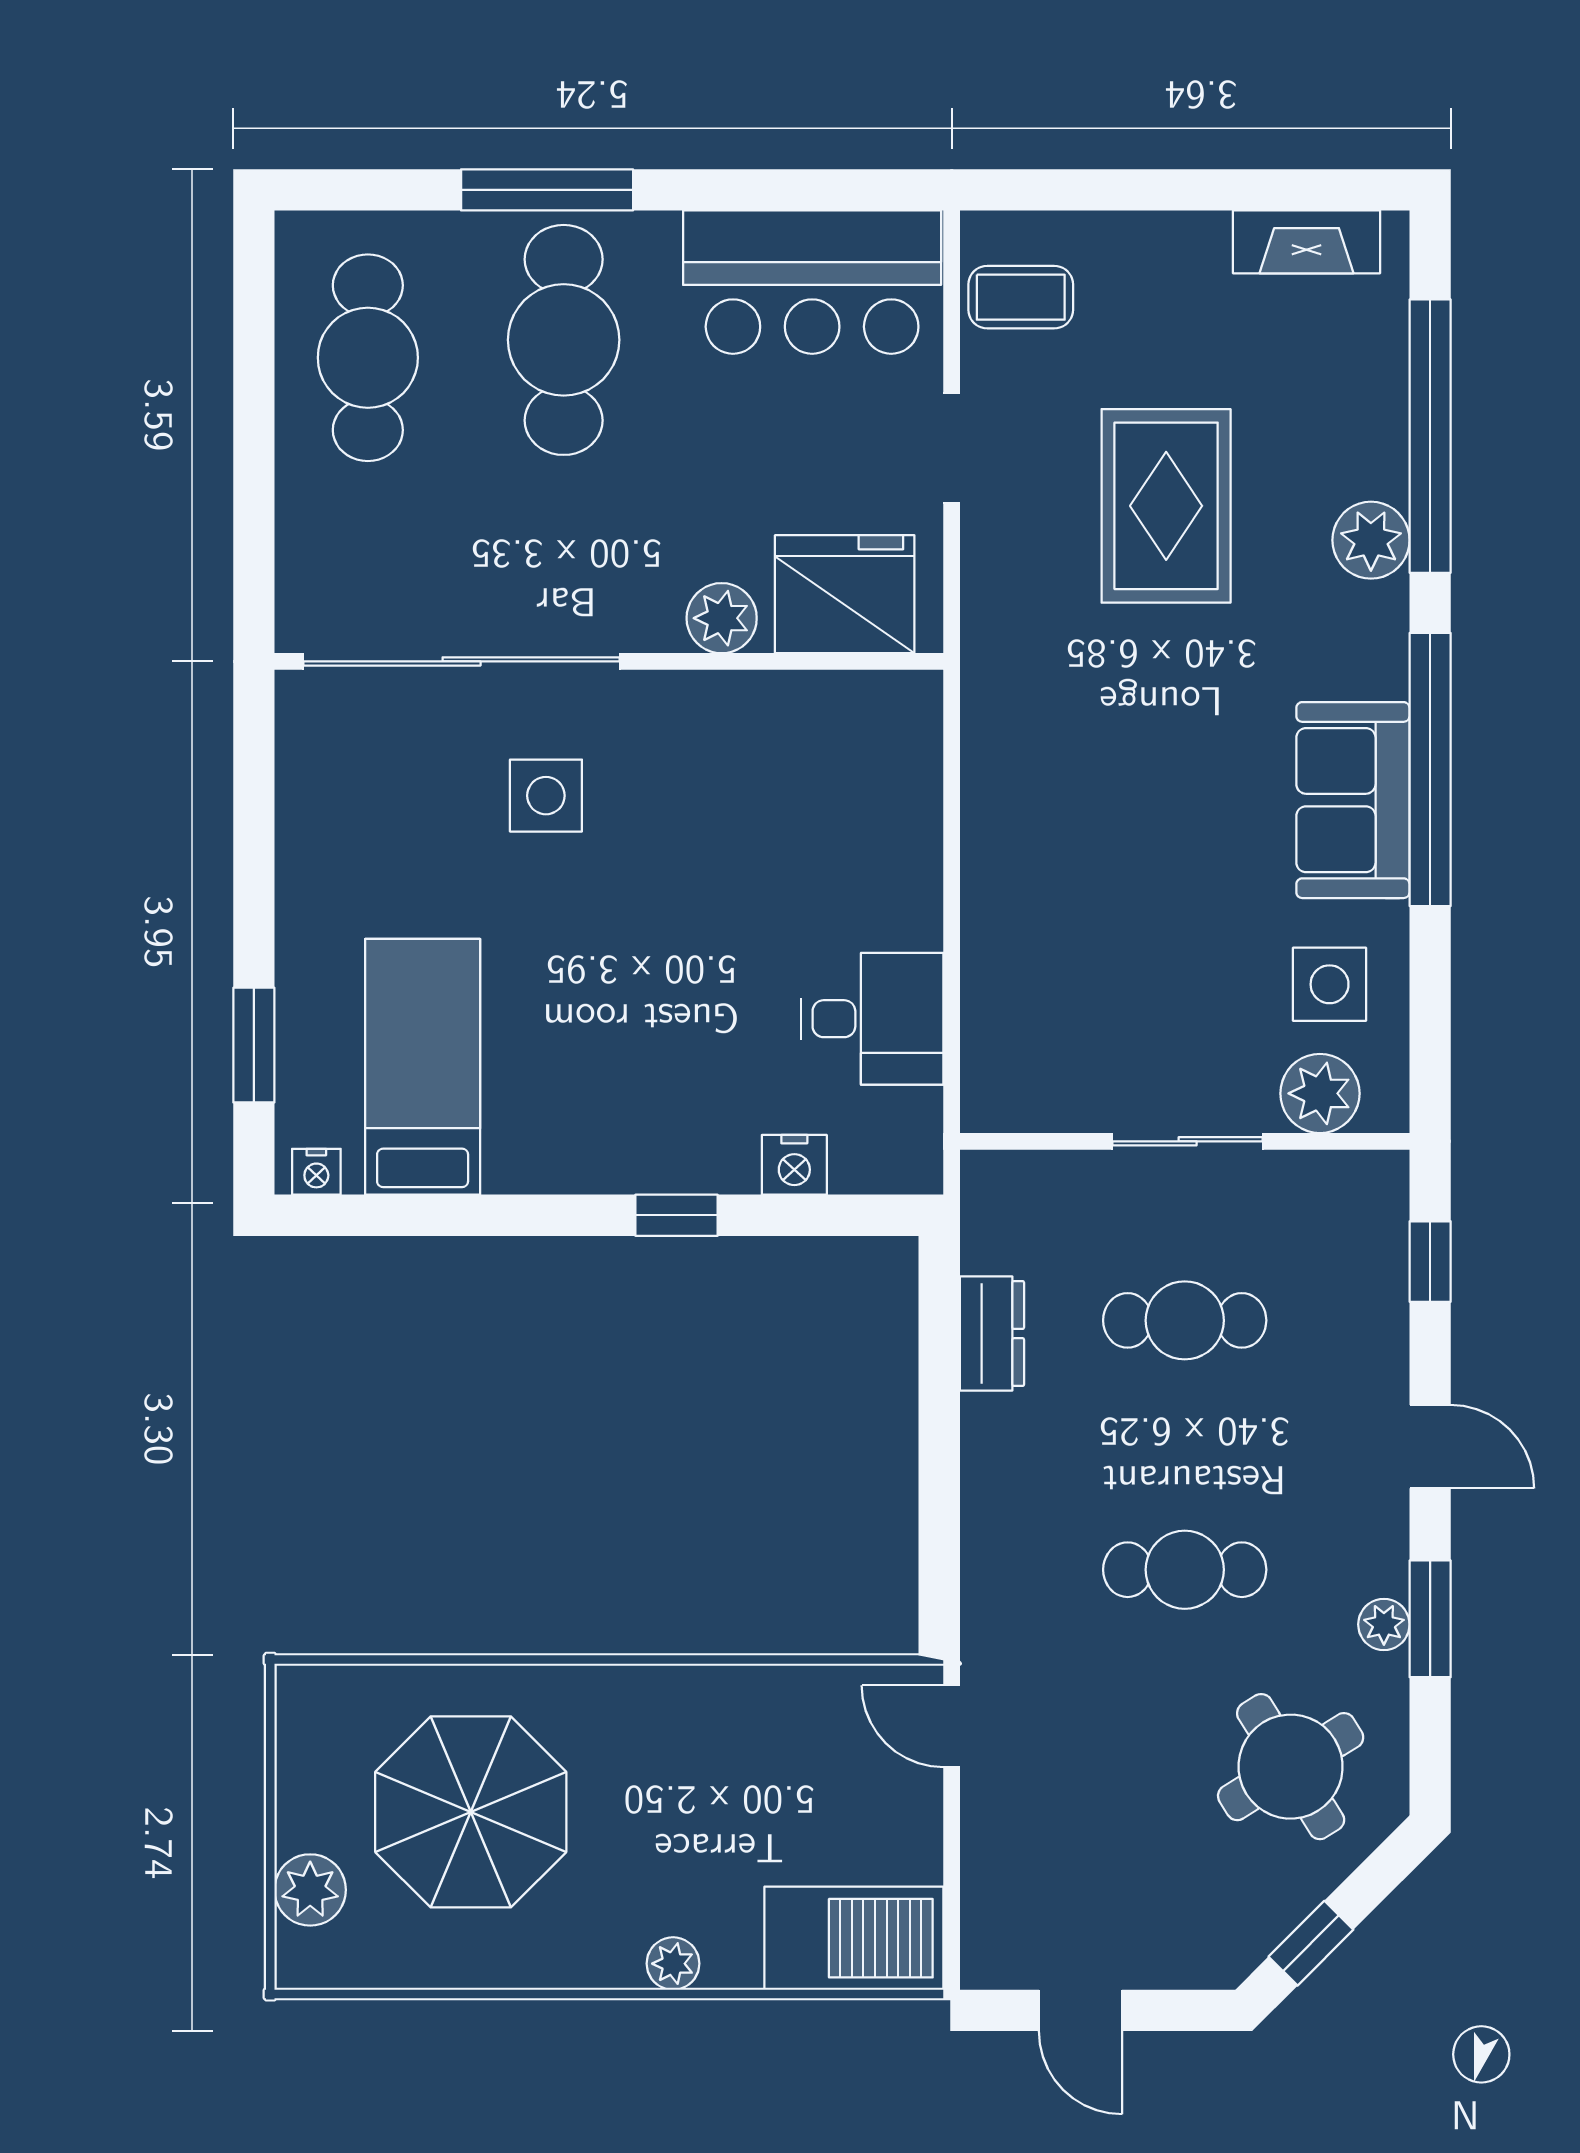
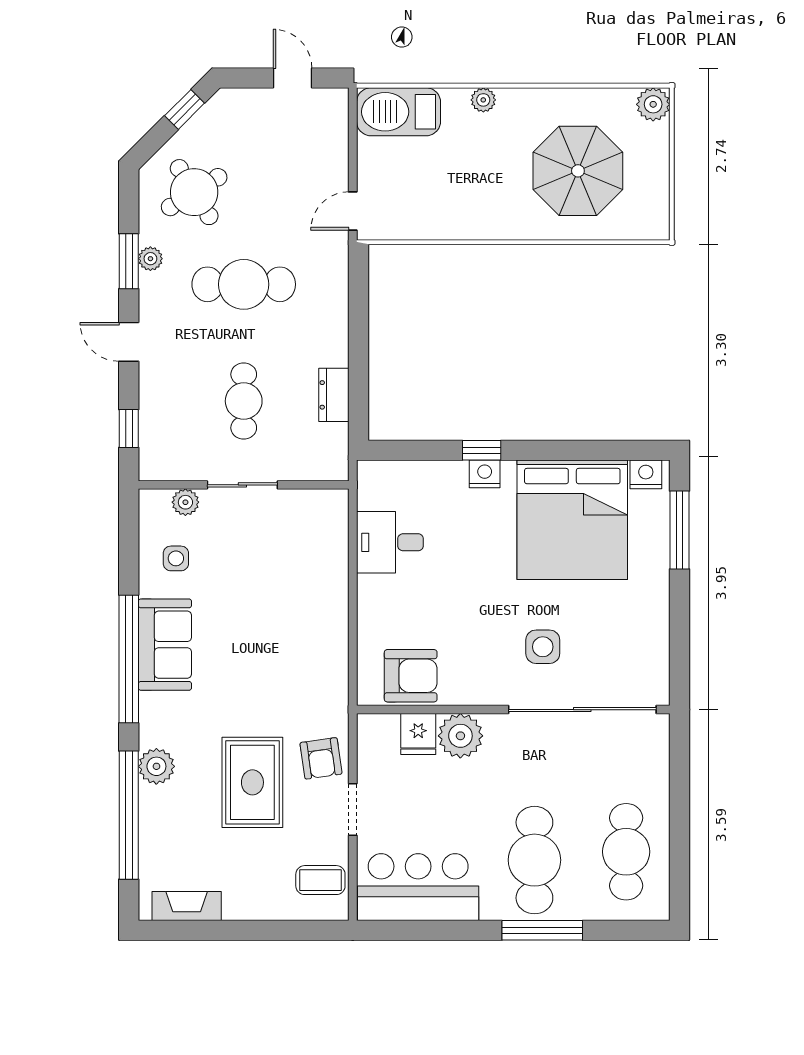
armchair: (1020, 557) -> (321, 758), added
fridge: (845, 594) -> (418, 734), width x0.53, depth x0.75
plant: (722, 618) -> (460, 736), width x1.36, depth x1.36
armchair: (828, 734) -> (411, 676), added
side table: (1330, 984) -> (176, 558), width x0.73, depth x0.73
window: (254, 1045) -> (679, 530), width x1.44
bed: (423, 1067) -> (572, 520), width x2.04
plant: (1320, 1093) -> (185, 502), width x0.73, depth x0.73
nightstand: (794, 1165) -> (485, 474), moved
nightstand: (316, 1172) -> (646, 474), width x1.39, depth x1.35
cafe table: (1185, 1320) -> (244, 401), turned 90
cafe table: (1185, 1570) -> (244, 284), width x1.37, depth x1.35
door: (952, 1726) -> (353, 211), swing flipped
plant: (310, 1890) -> (653, 104), moved

